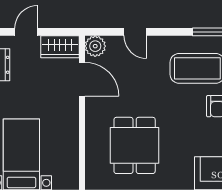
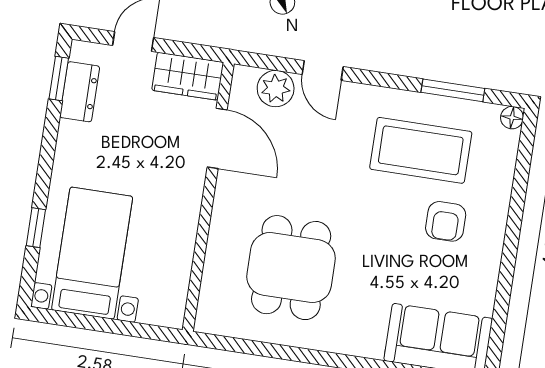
plant: (95, 46) -> (276, 89), moved

